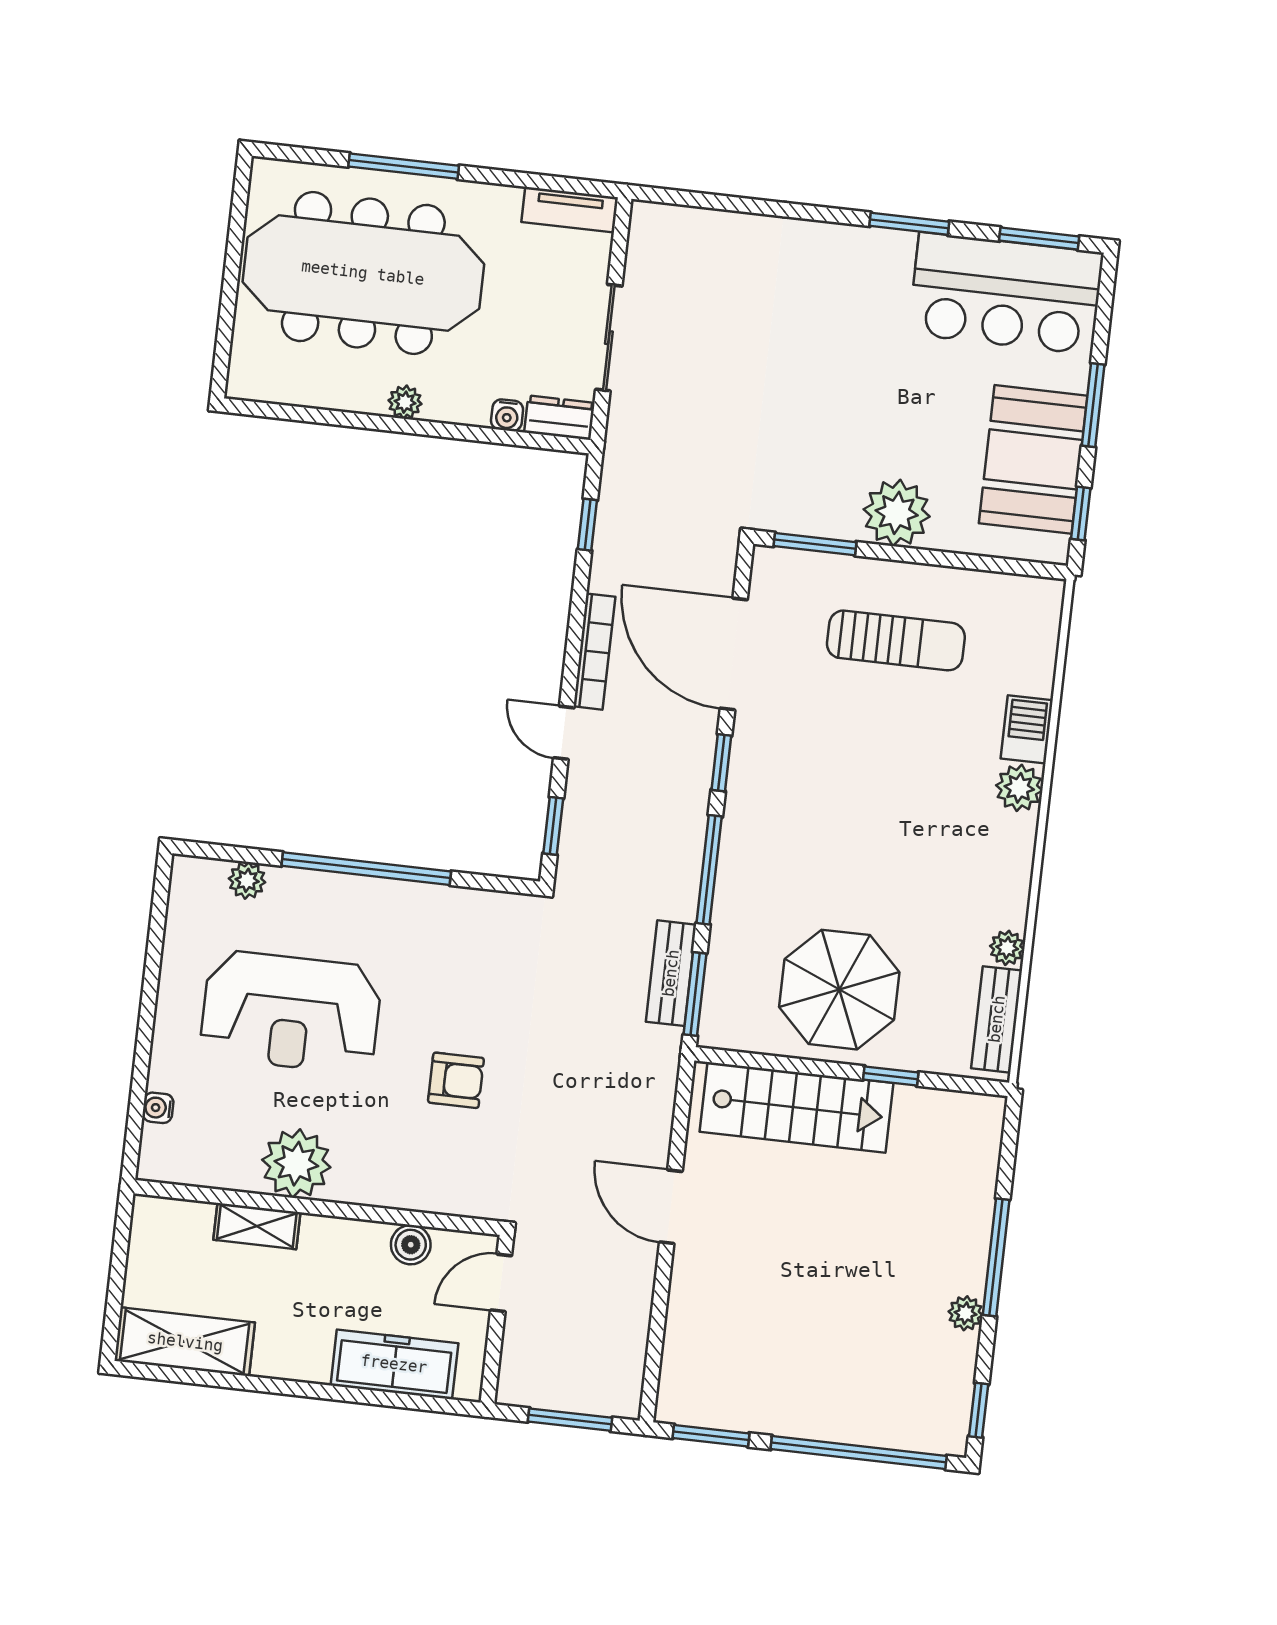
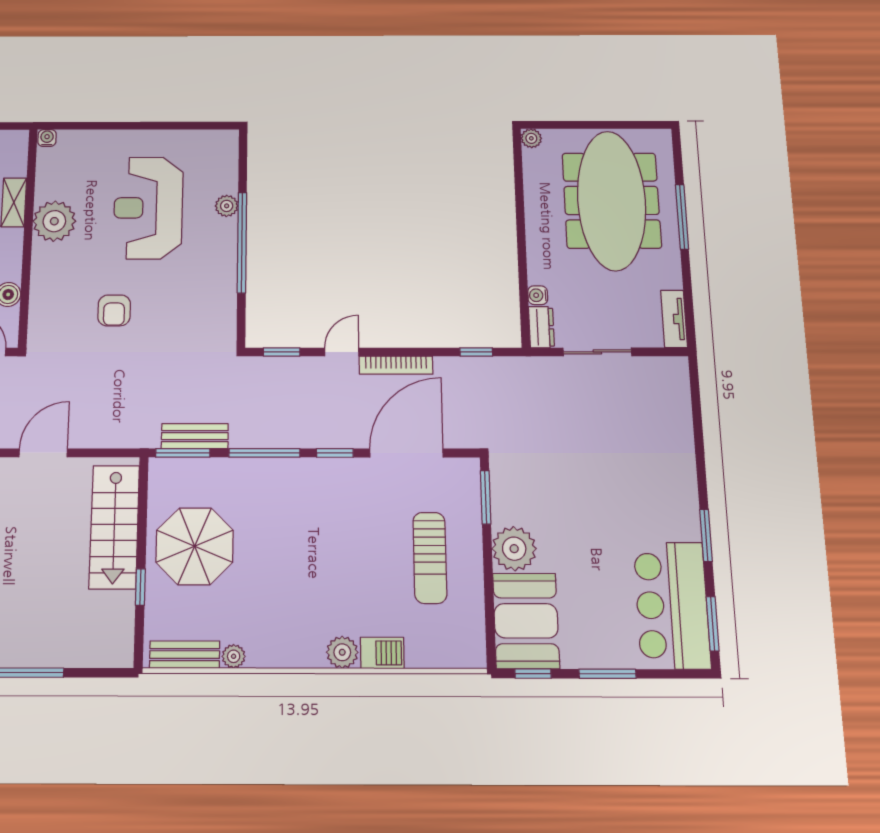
plant: (405, 402) -> (531, 138), moved
booth: (1033, 459) -> (526, 621), moved, turned 90
plant: (247, 880) -> (227, 206), moved
water cooler: (158, 1108) -> (47, 138), moved

